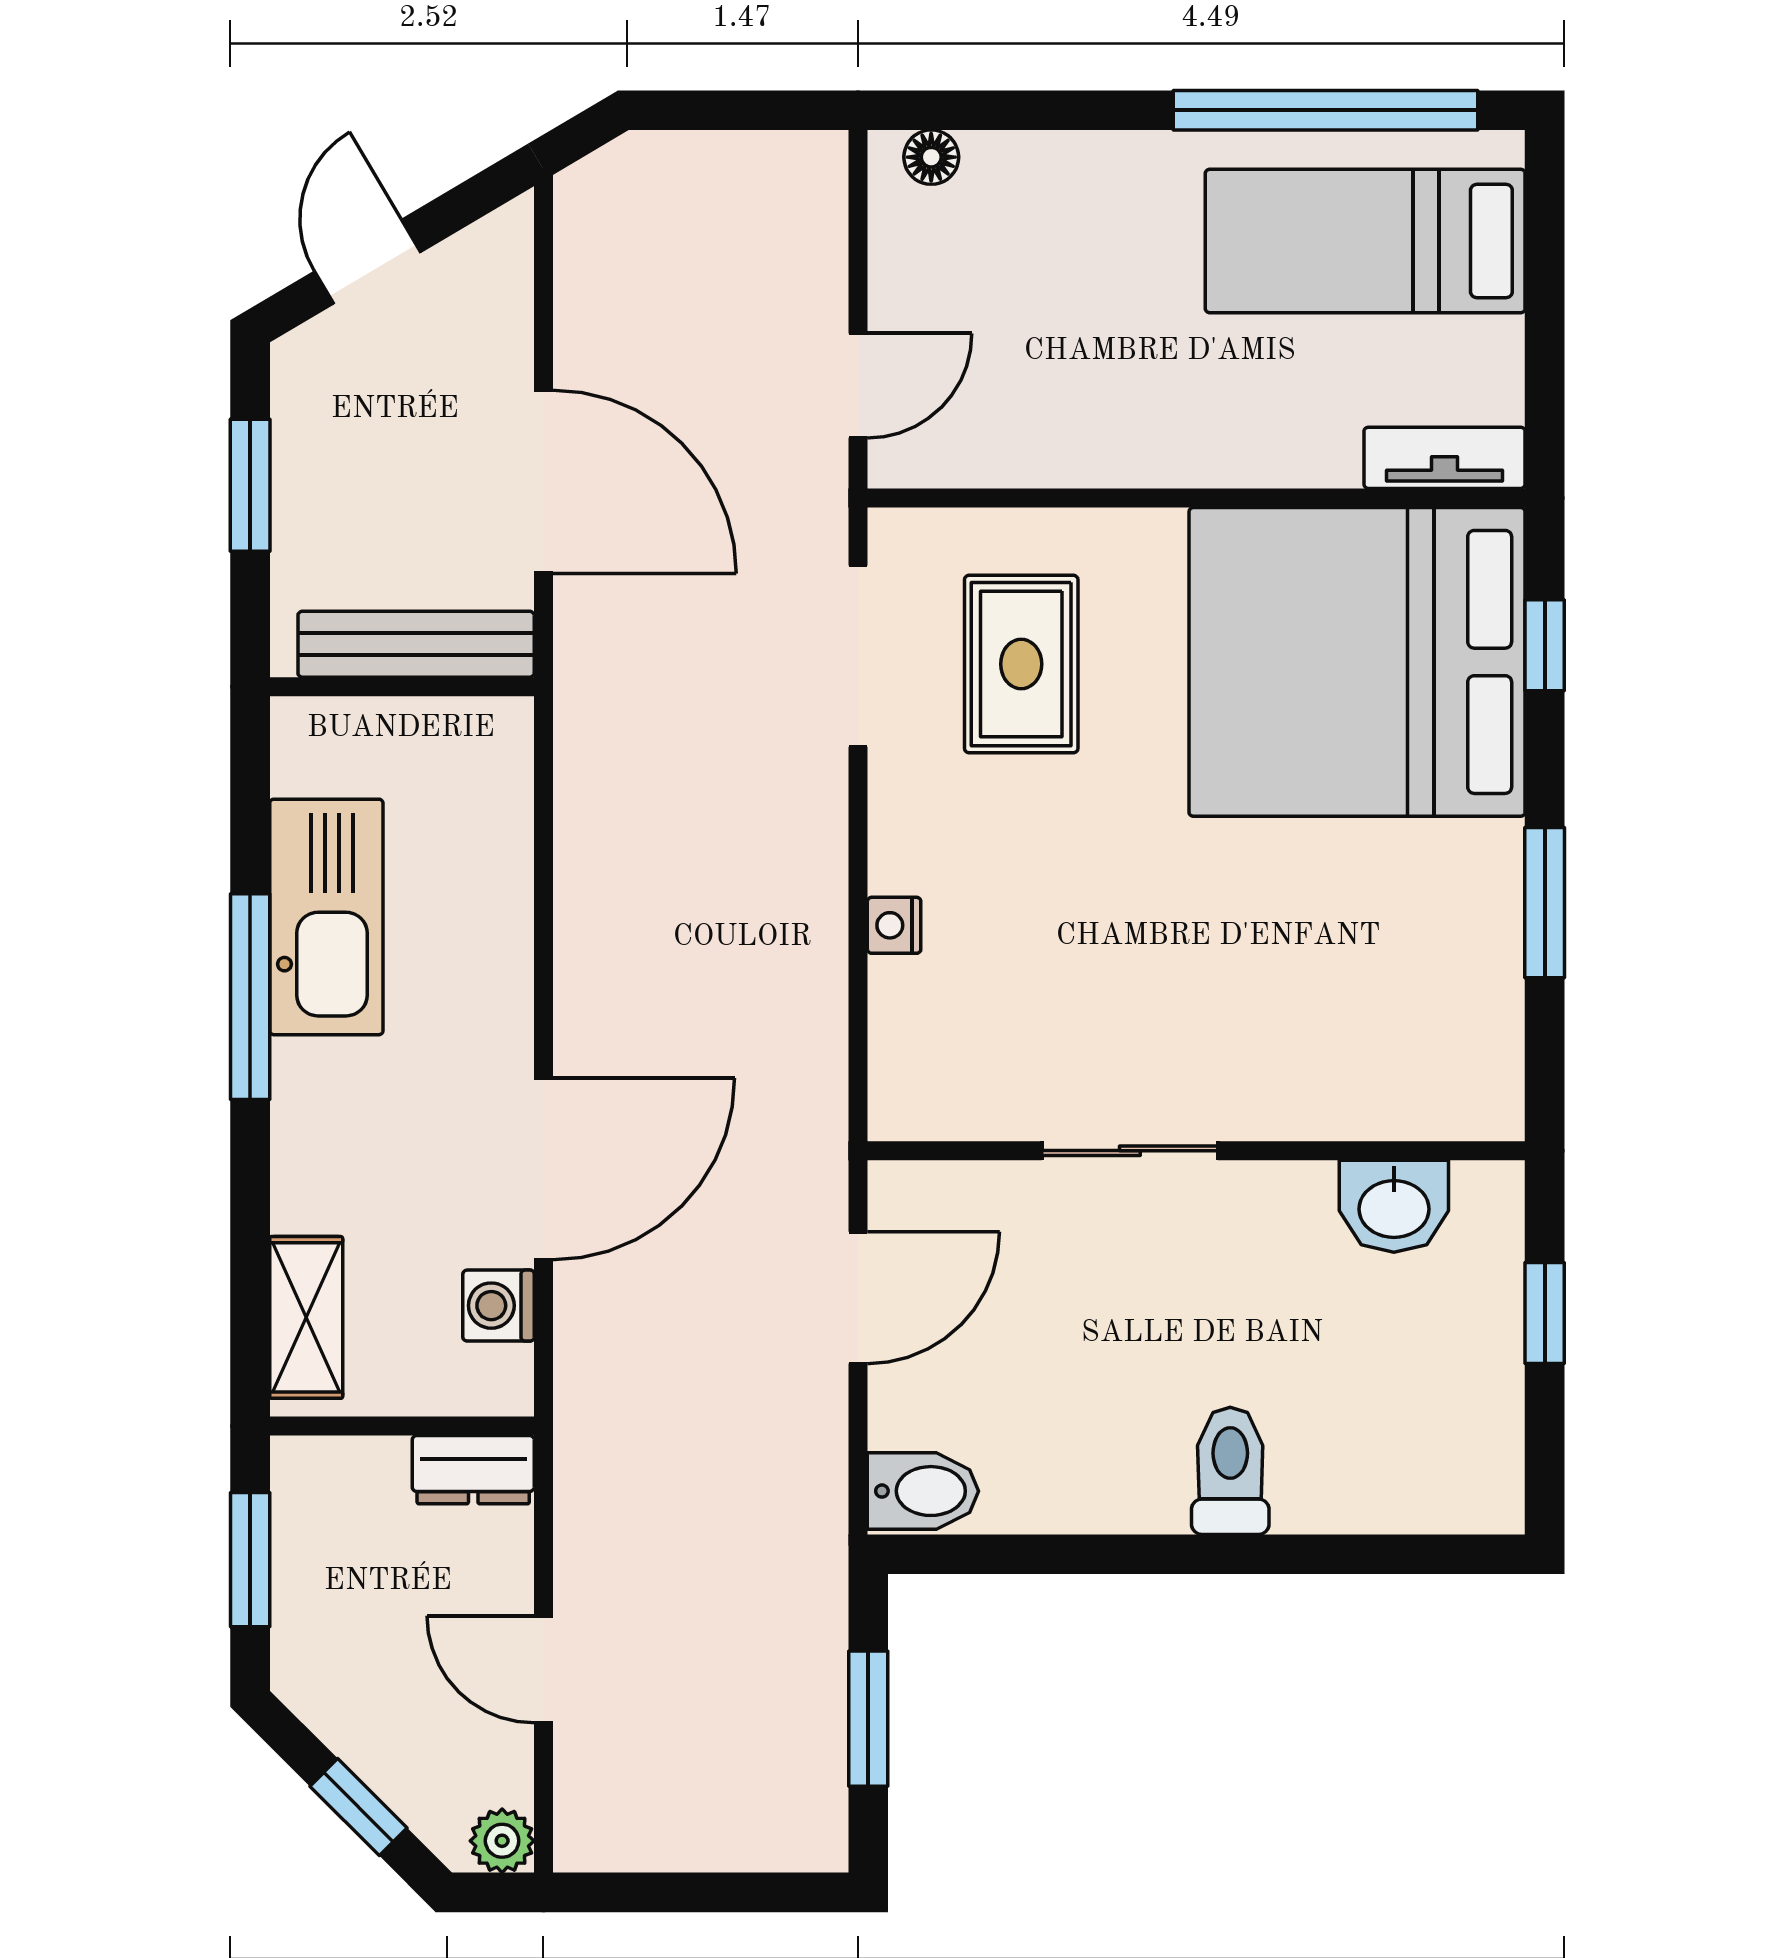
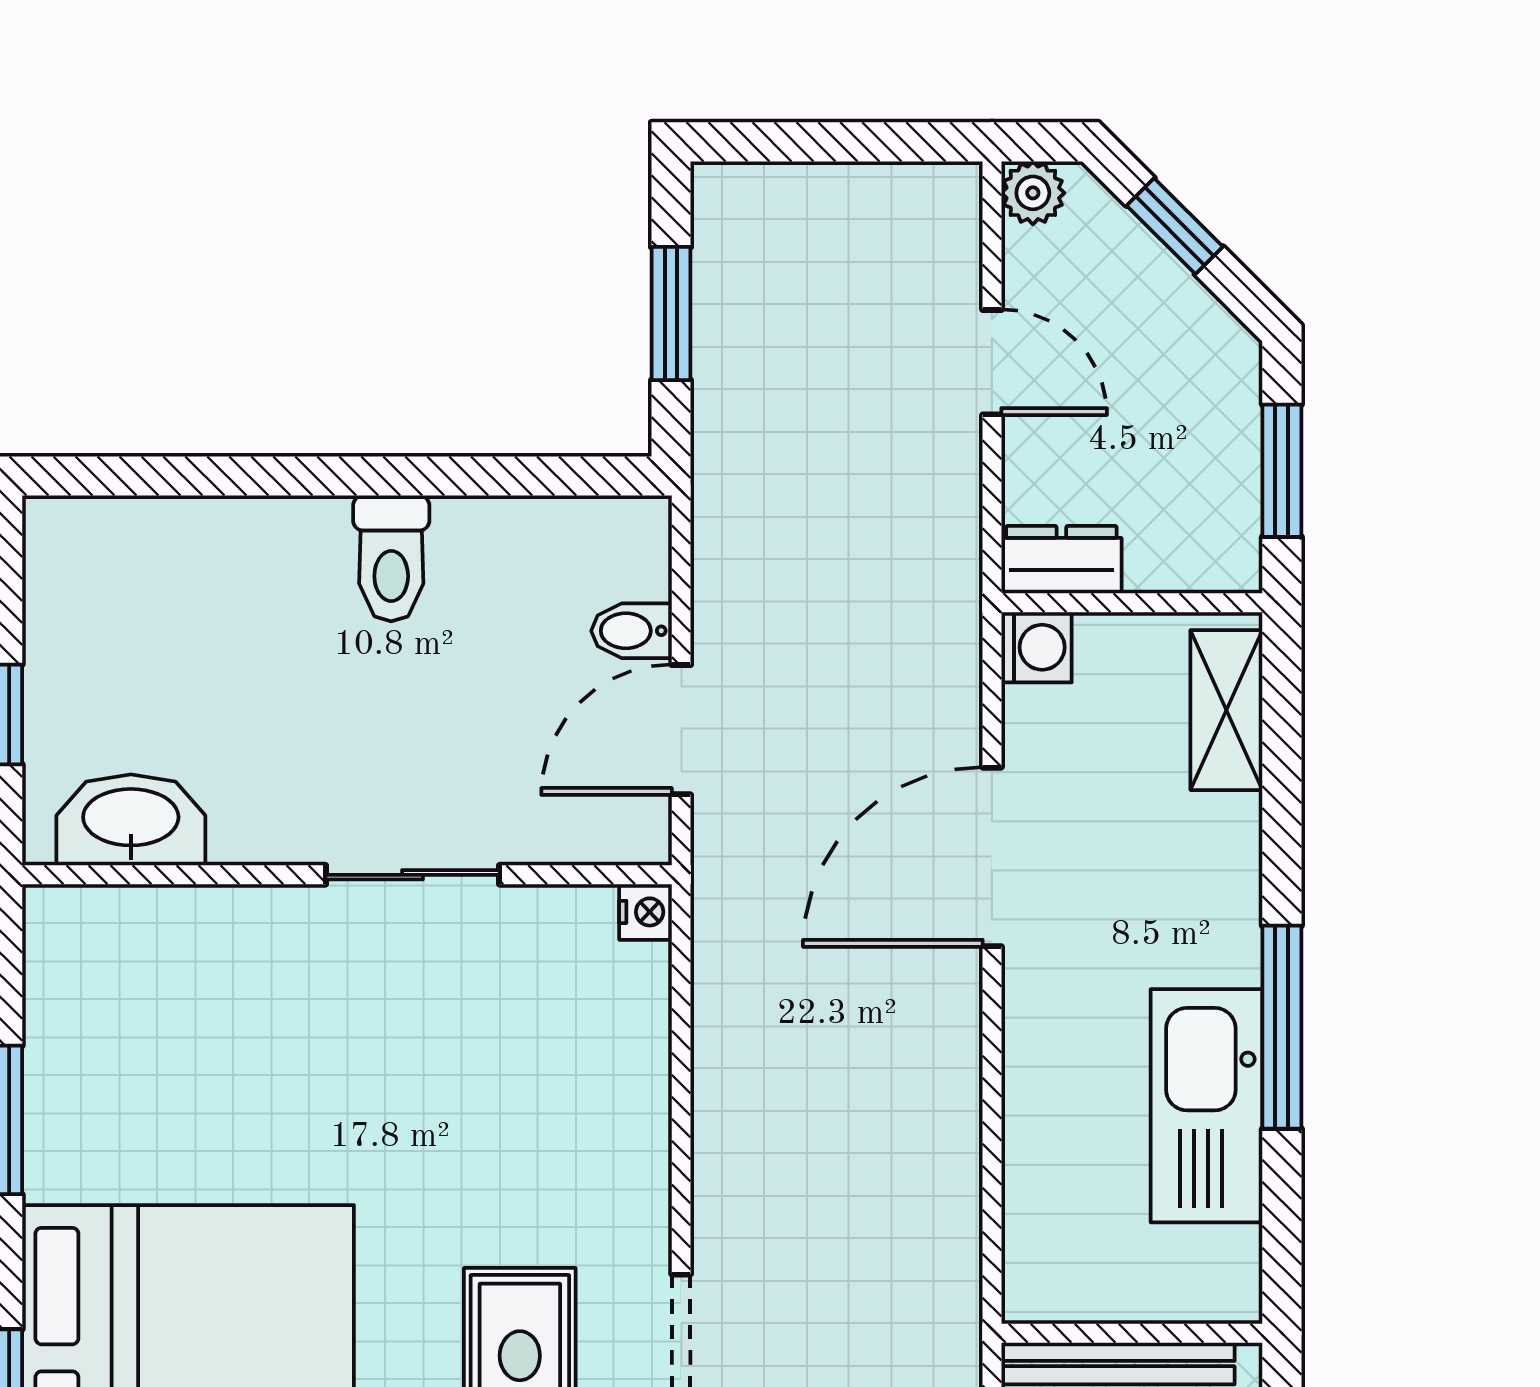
nightstand: (894, 925) -> (645, 912), moved
washbasin: (1394, 1206) -> (131, 820), width x1.38
washing machine: (498, 1306) -> (1036, 647), moved
toilet: (1230, 1471) -> (391, 558), moved
bidet: (923, 1491) -> (631, 631), moved, width x0.72, depth x0.74

